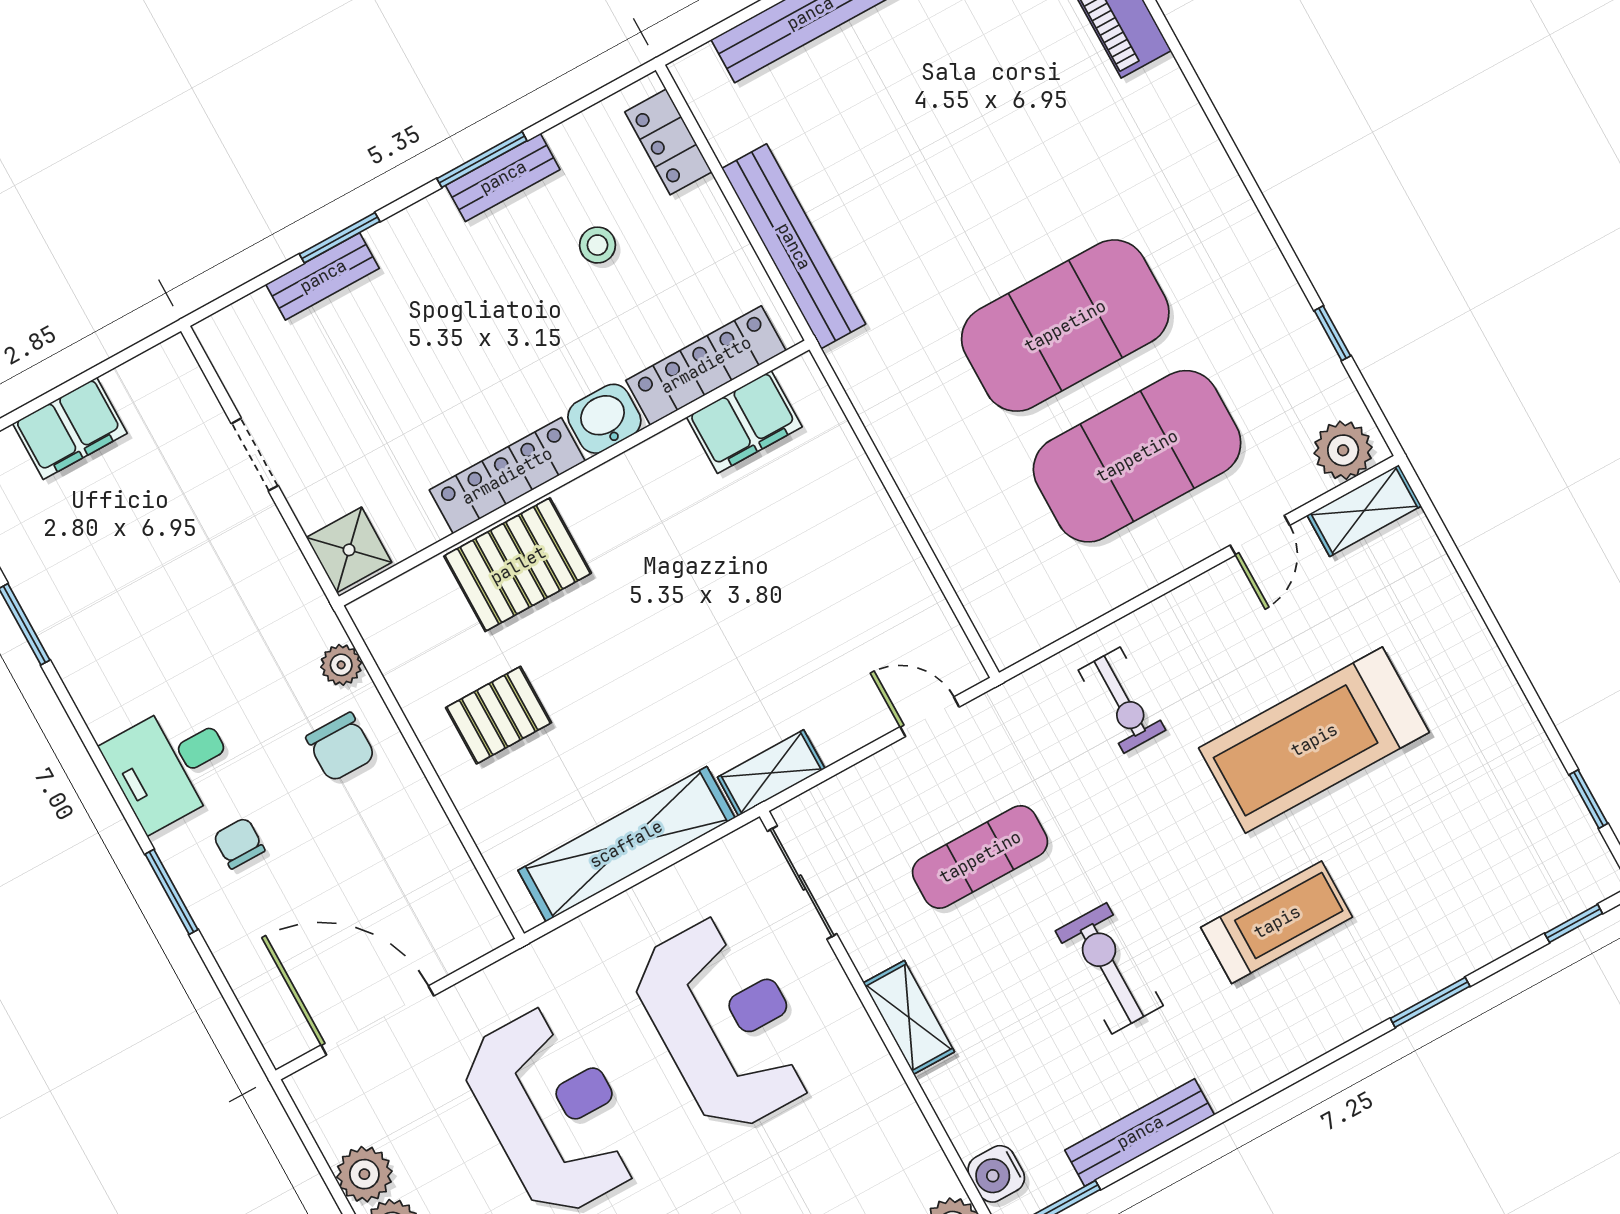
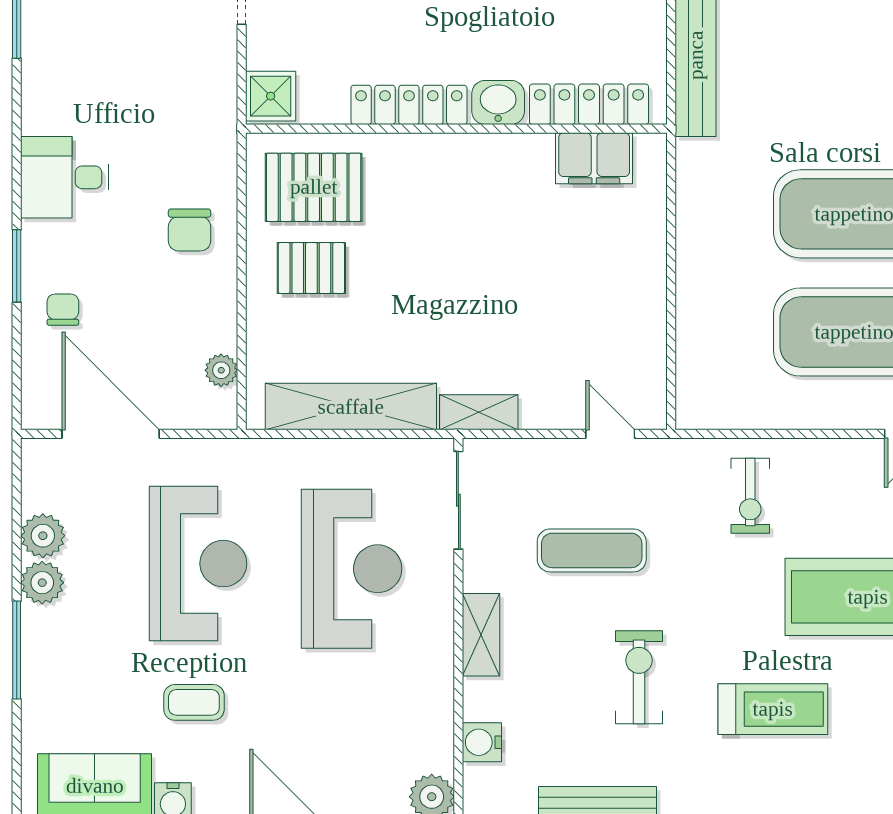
pallet: (518, 565) -> (314, 187), moved
plant: (341, 665) -> (221, 370), moved
chair: (239, 843) -> (63, 310), moved
water cooler: (996, 1174) -> (482, 742), moved

